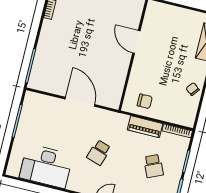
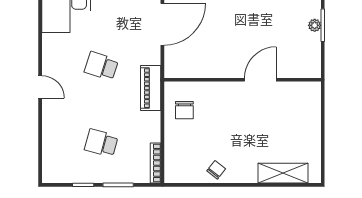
piano: (145, 127) -> (151, 88), moved
school desk: (153, 166) -> (101, 143), turned 39

